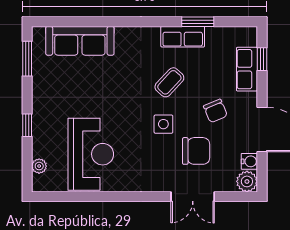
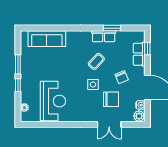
window: (27, 59) -> (18, 64), moved

